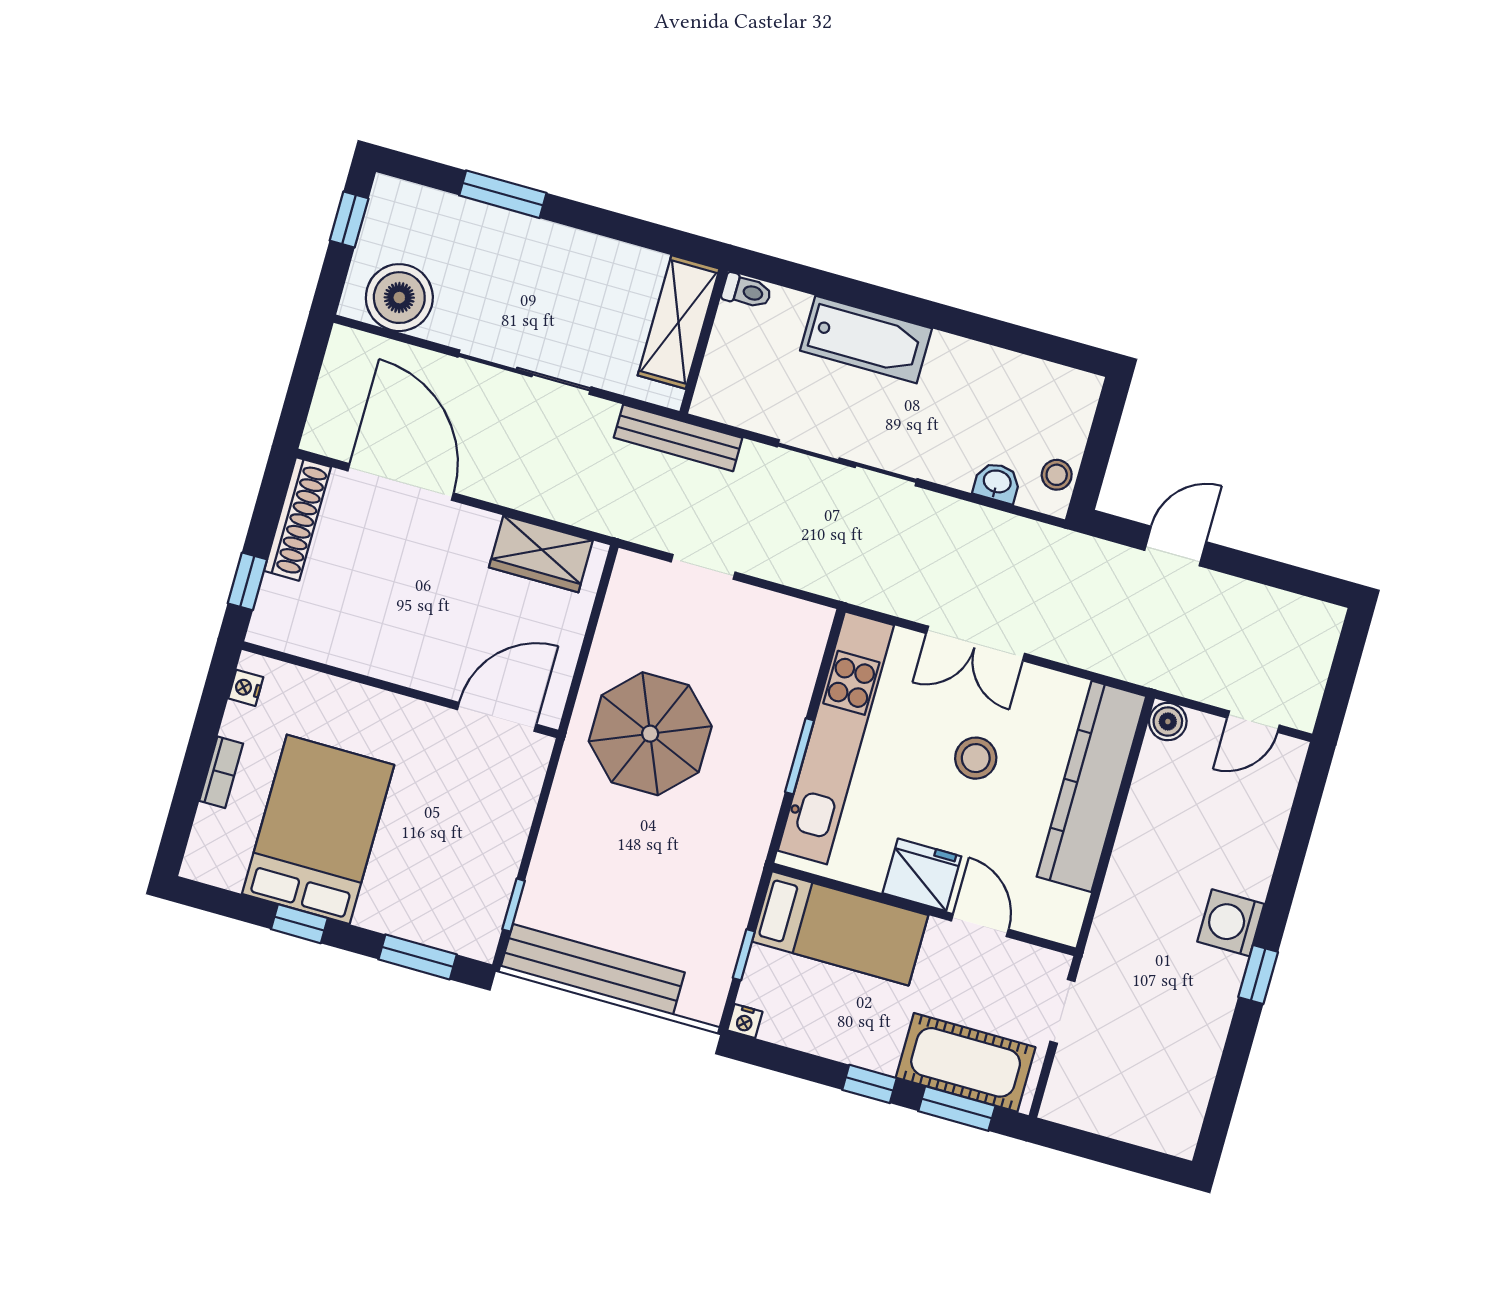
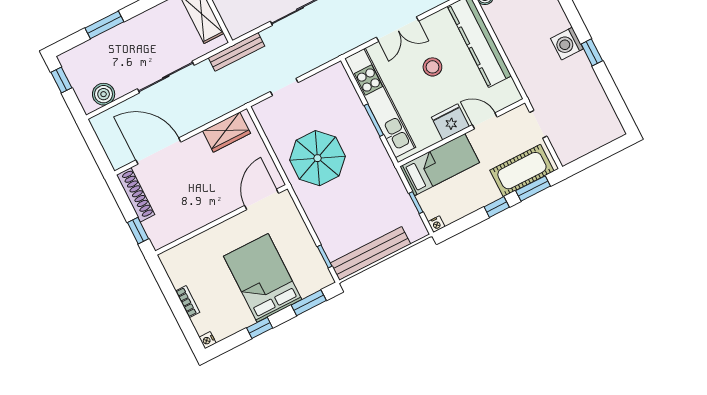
boiler: (399, 298) -> (104, 94), width x0.73, depth x0.73
nightstand: (246, 688) -> (208, 340), moved
bed: (318, 829) -> (263, 278), moved

